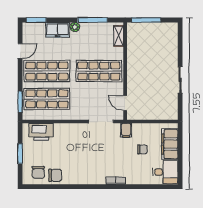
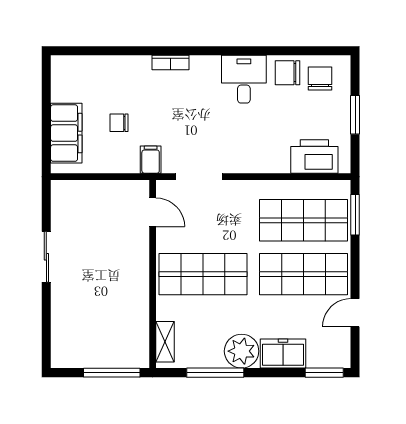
plant: (75, 27) -> (242, 351), width x1.88, depth x1.88
desk: (165, 172) -> (244, 79), moved, turned 90

